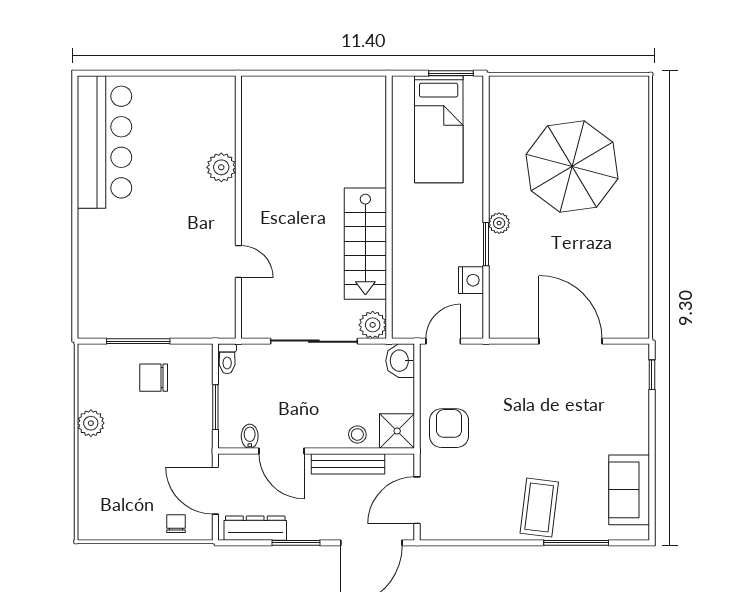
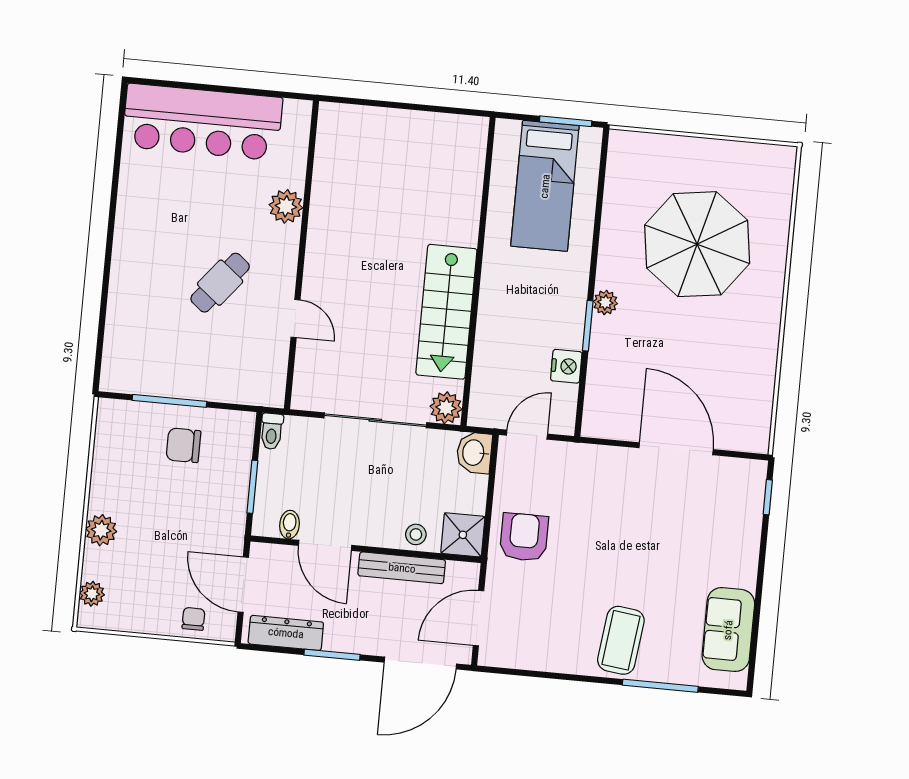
bar counter: (104, 142) -> (202, 122), moved, turned 90
cafe table: (172, 237) -> (220, 283), added
plant: (91, 423) -> (101, 530), moved
plant: (88, 510) -> (92, 594), added

